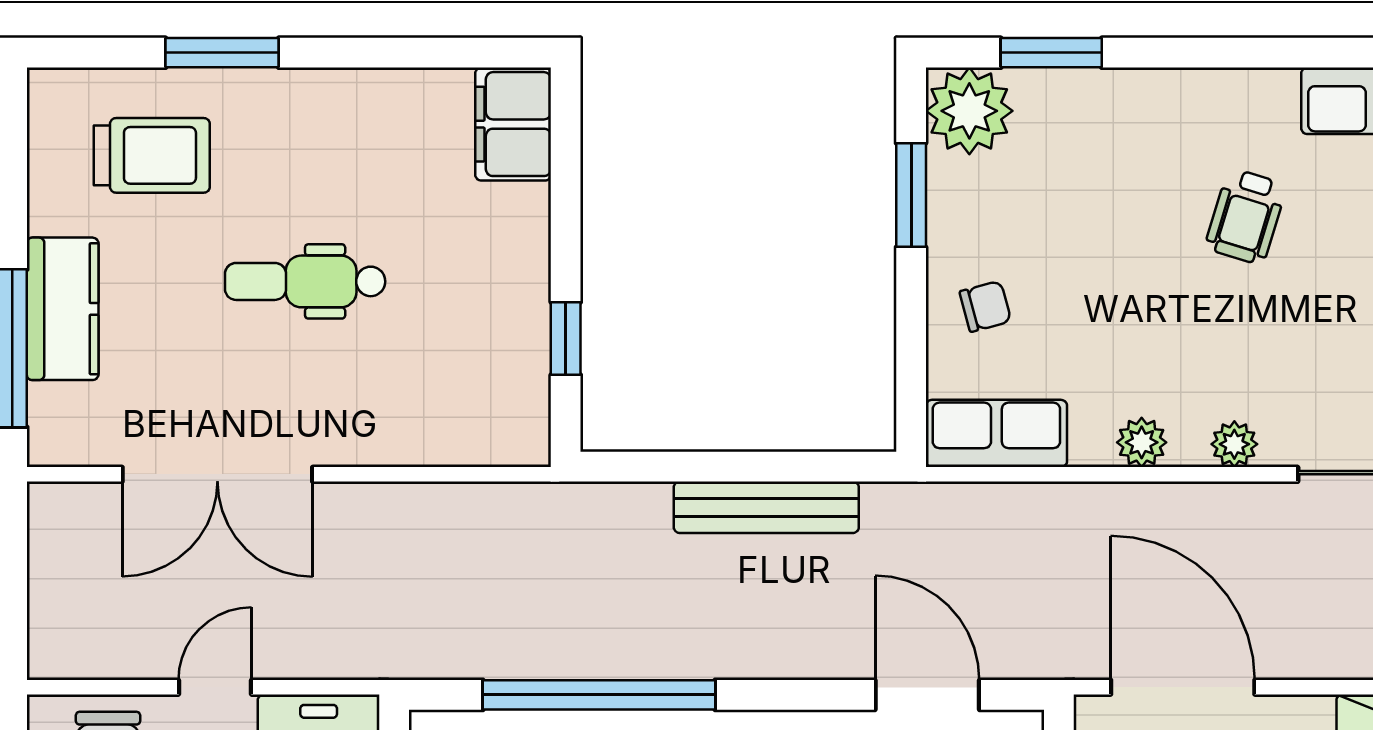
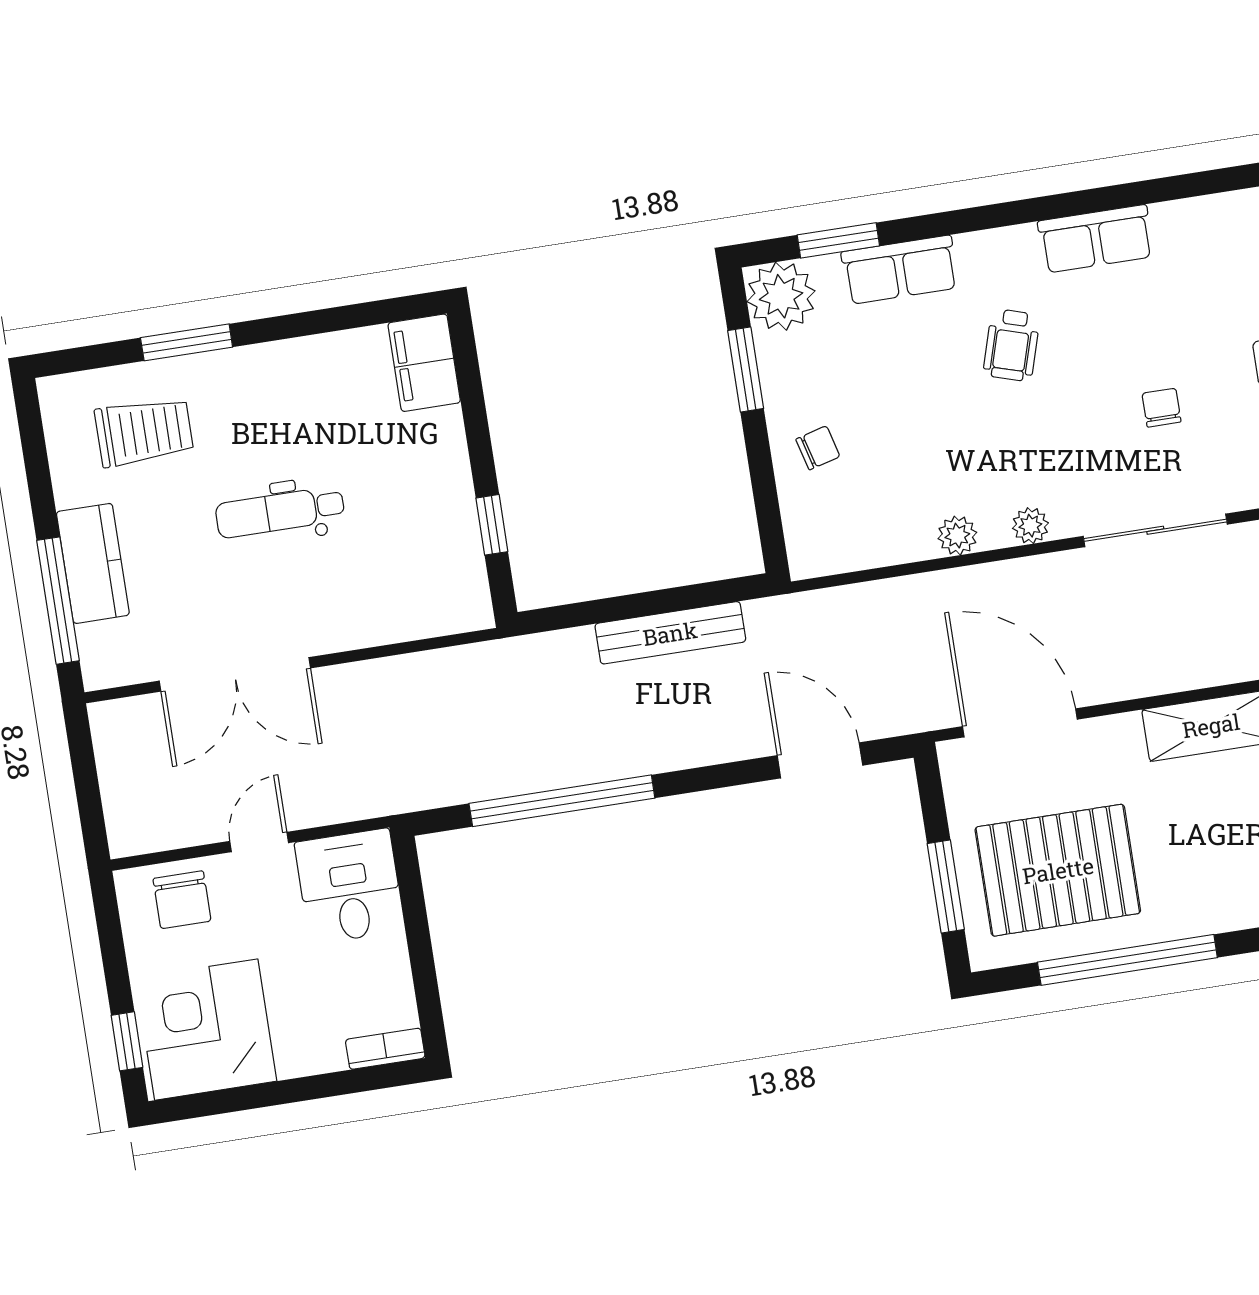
row of seats: (996, 433) -> (900, 270), moved, turned 180

